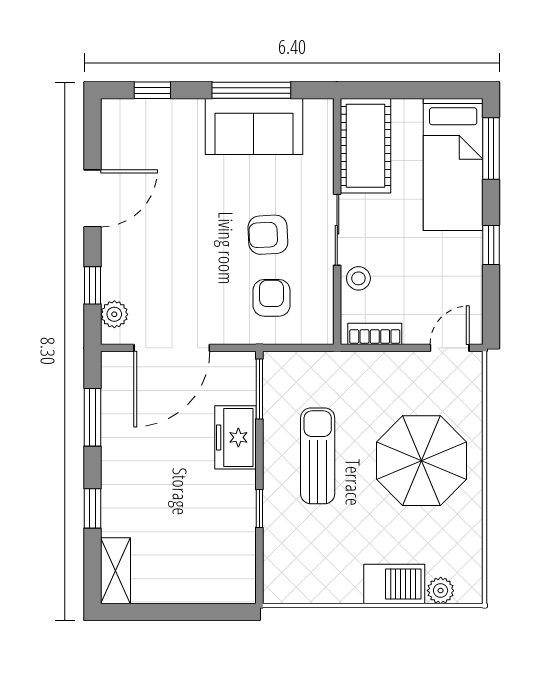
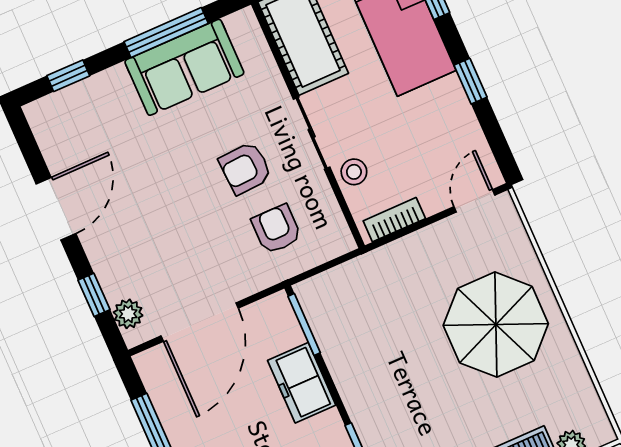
sun lounger: (318, 456) -> (391, 365), removed

